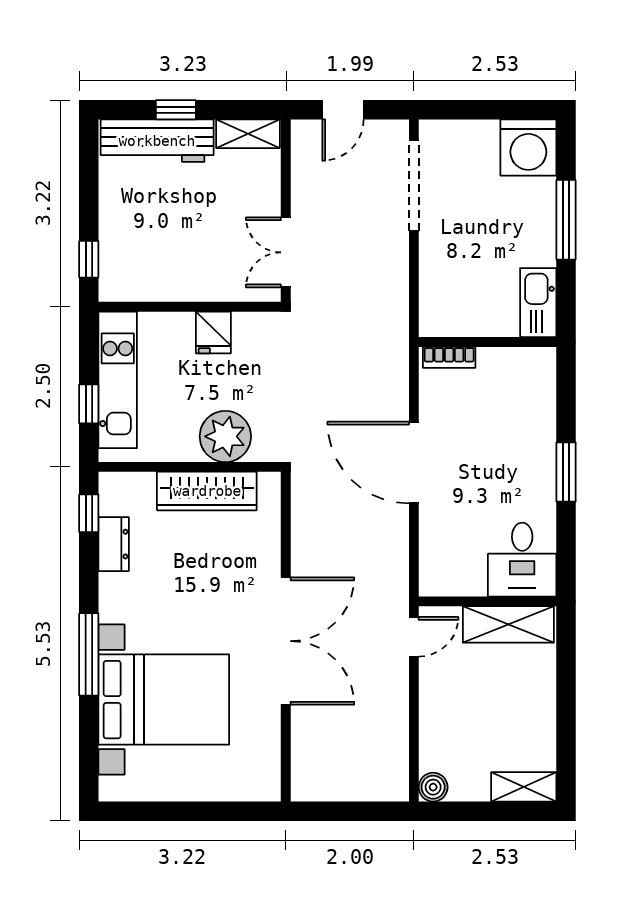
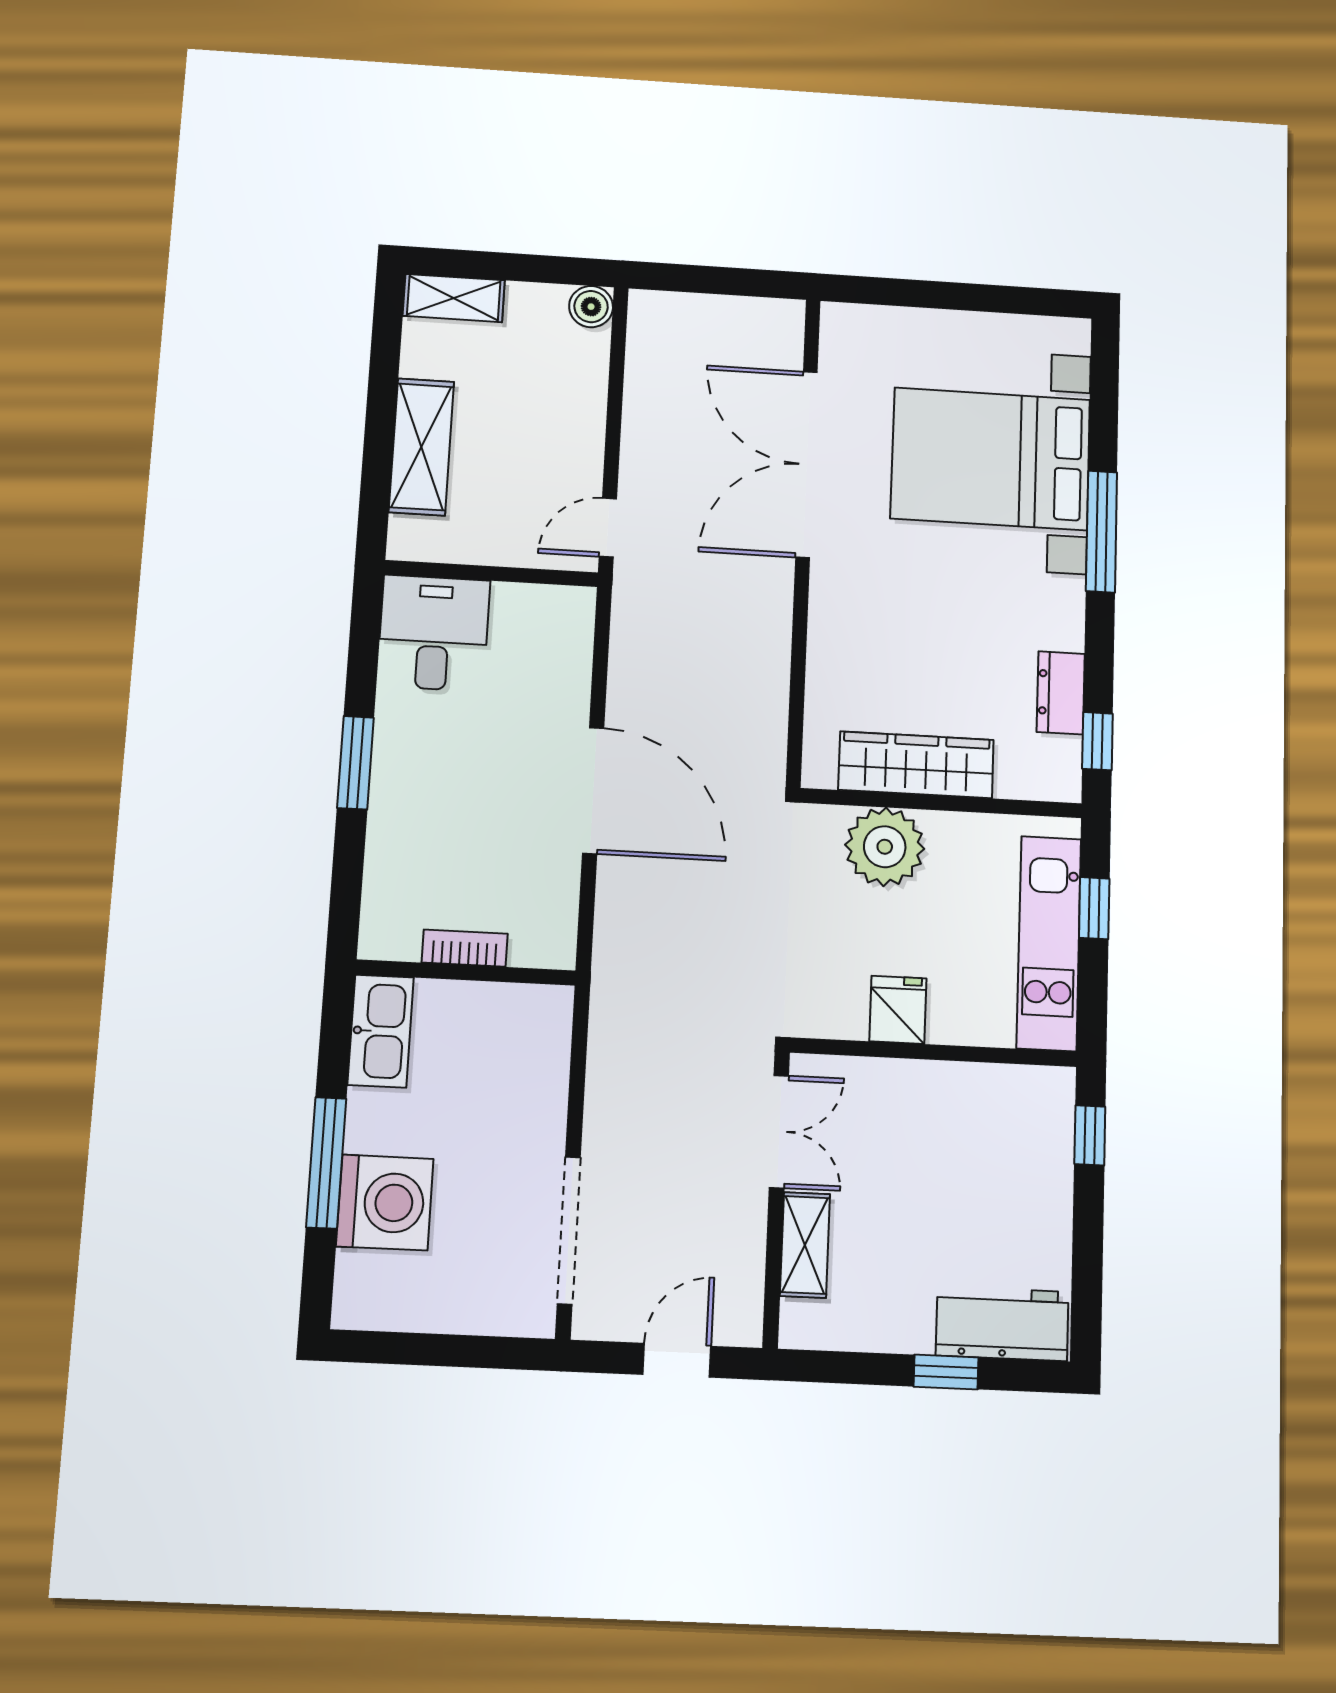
shelving: (248, 134) -> (805, 1245), moved, turned 90
workbench: (157, 141) -> (1002, 1324), width x0.73
washing machine: (528, 147) -> (385, 1202), moved, turned 90
bookcase: (449, 357) -> (465, 948), moved
shelving: (508, 624) -> (421, 447), moved, turned 90
double door: (286, 641) -> (806, 464), moved

